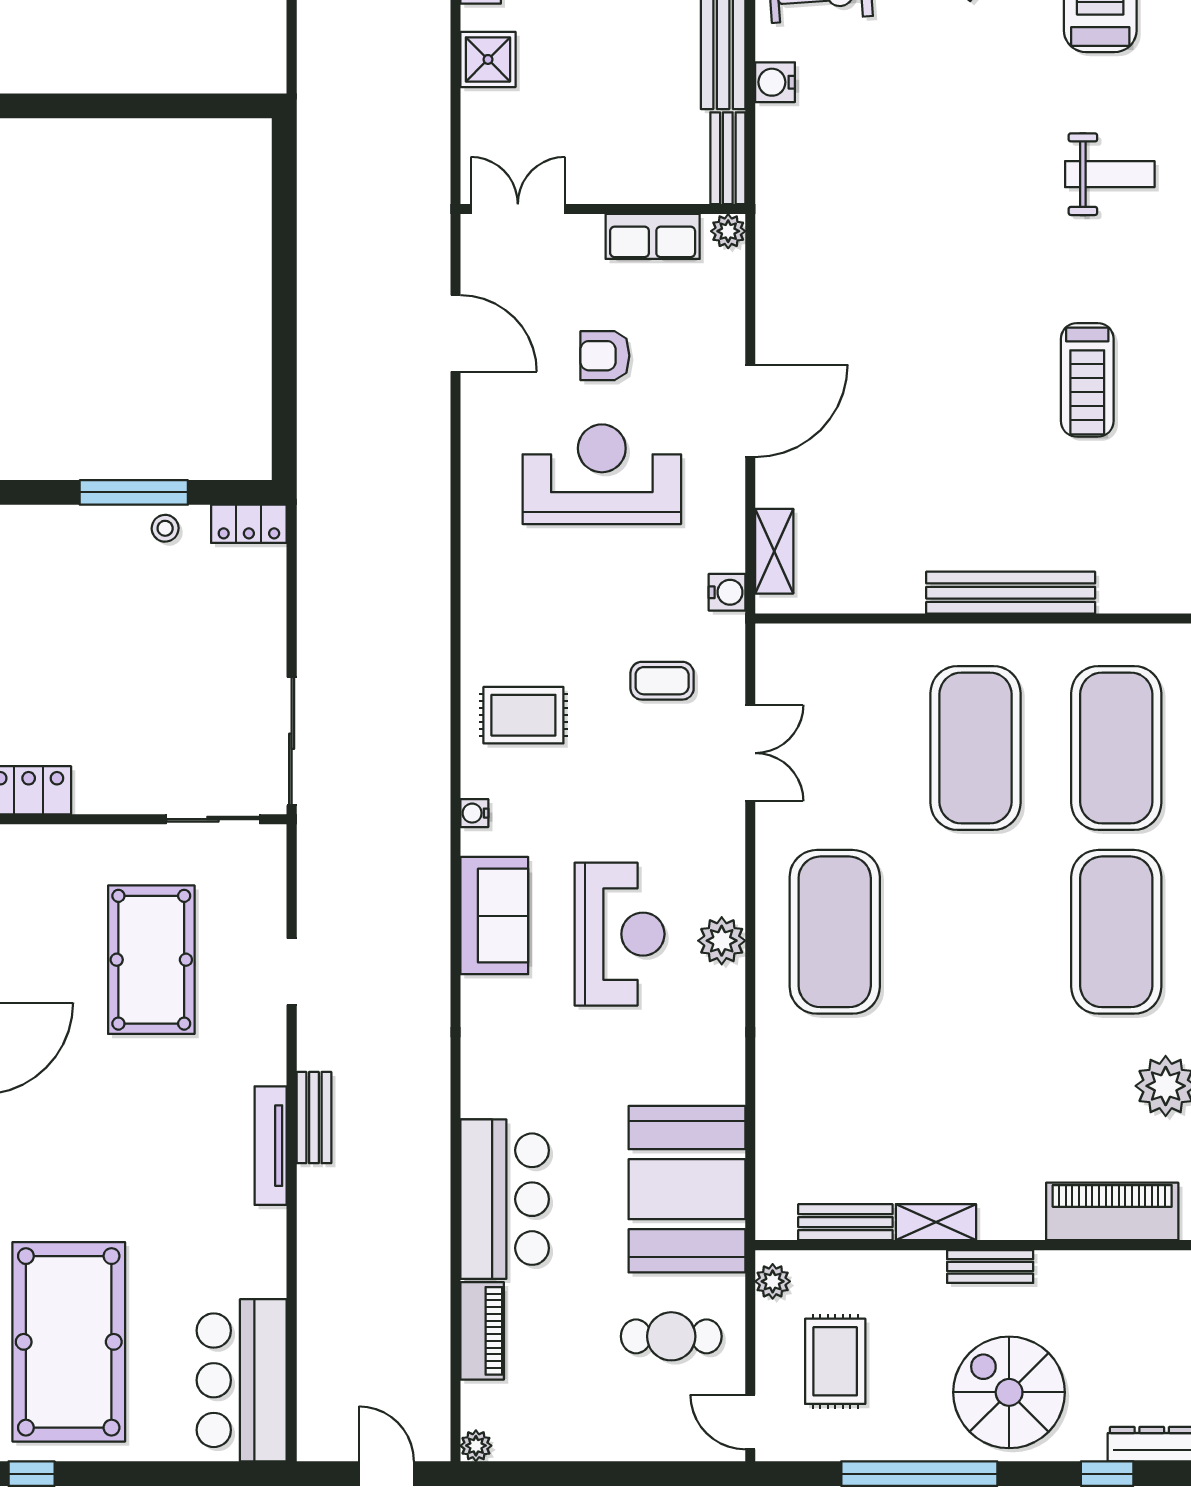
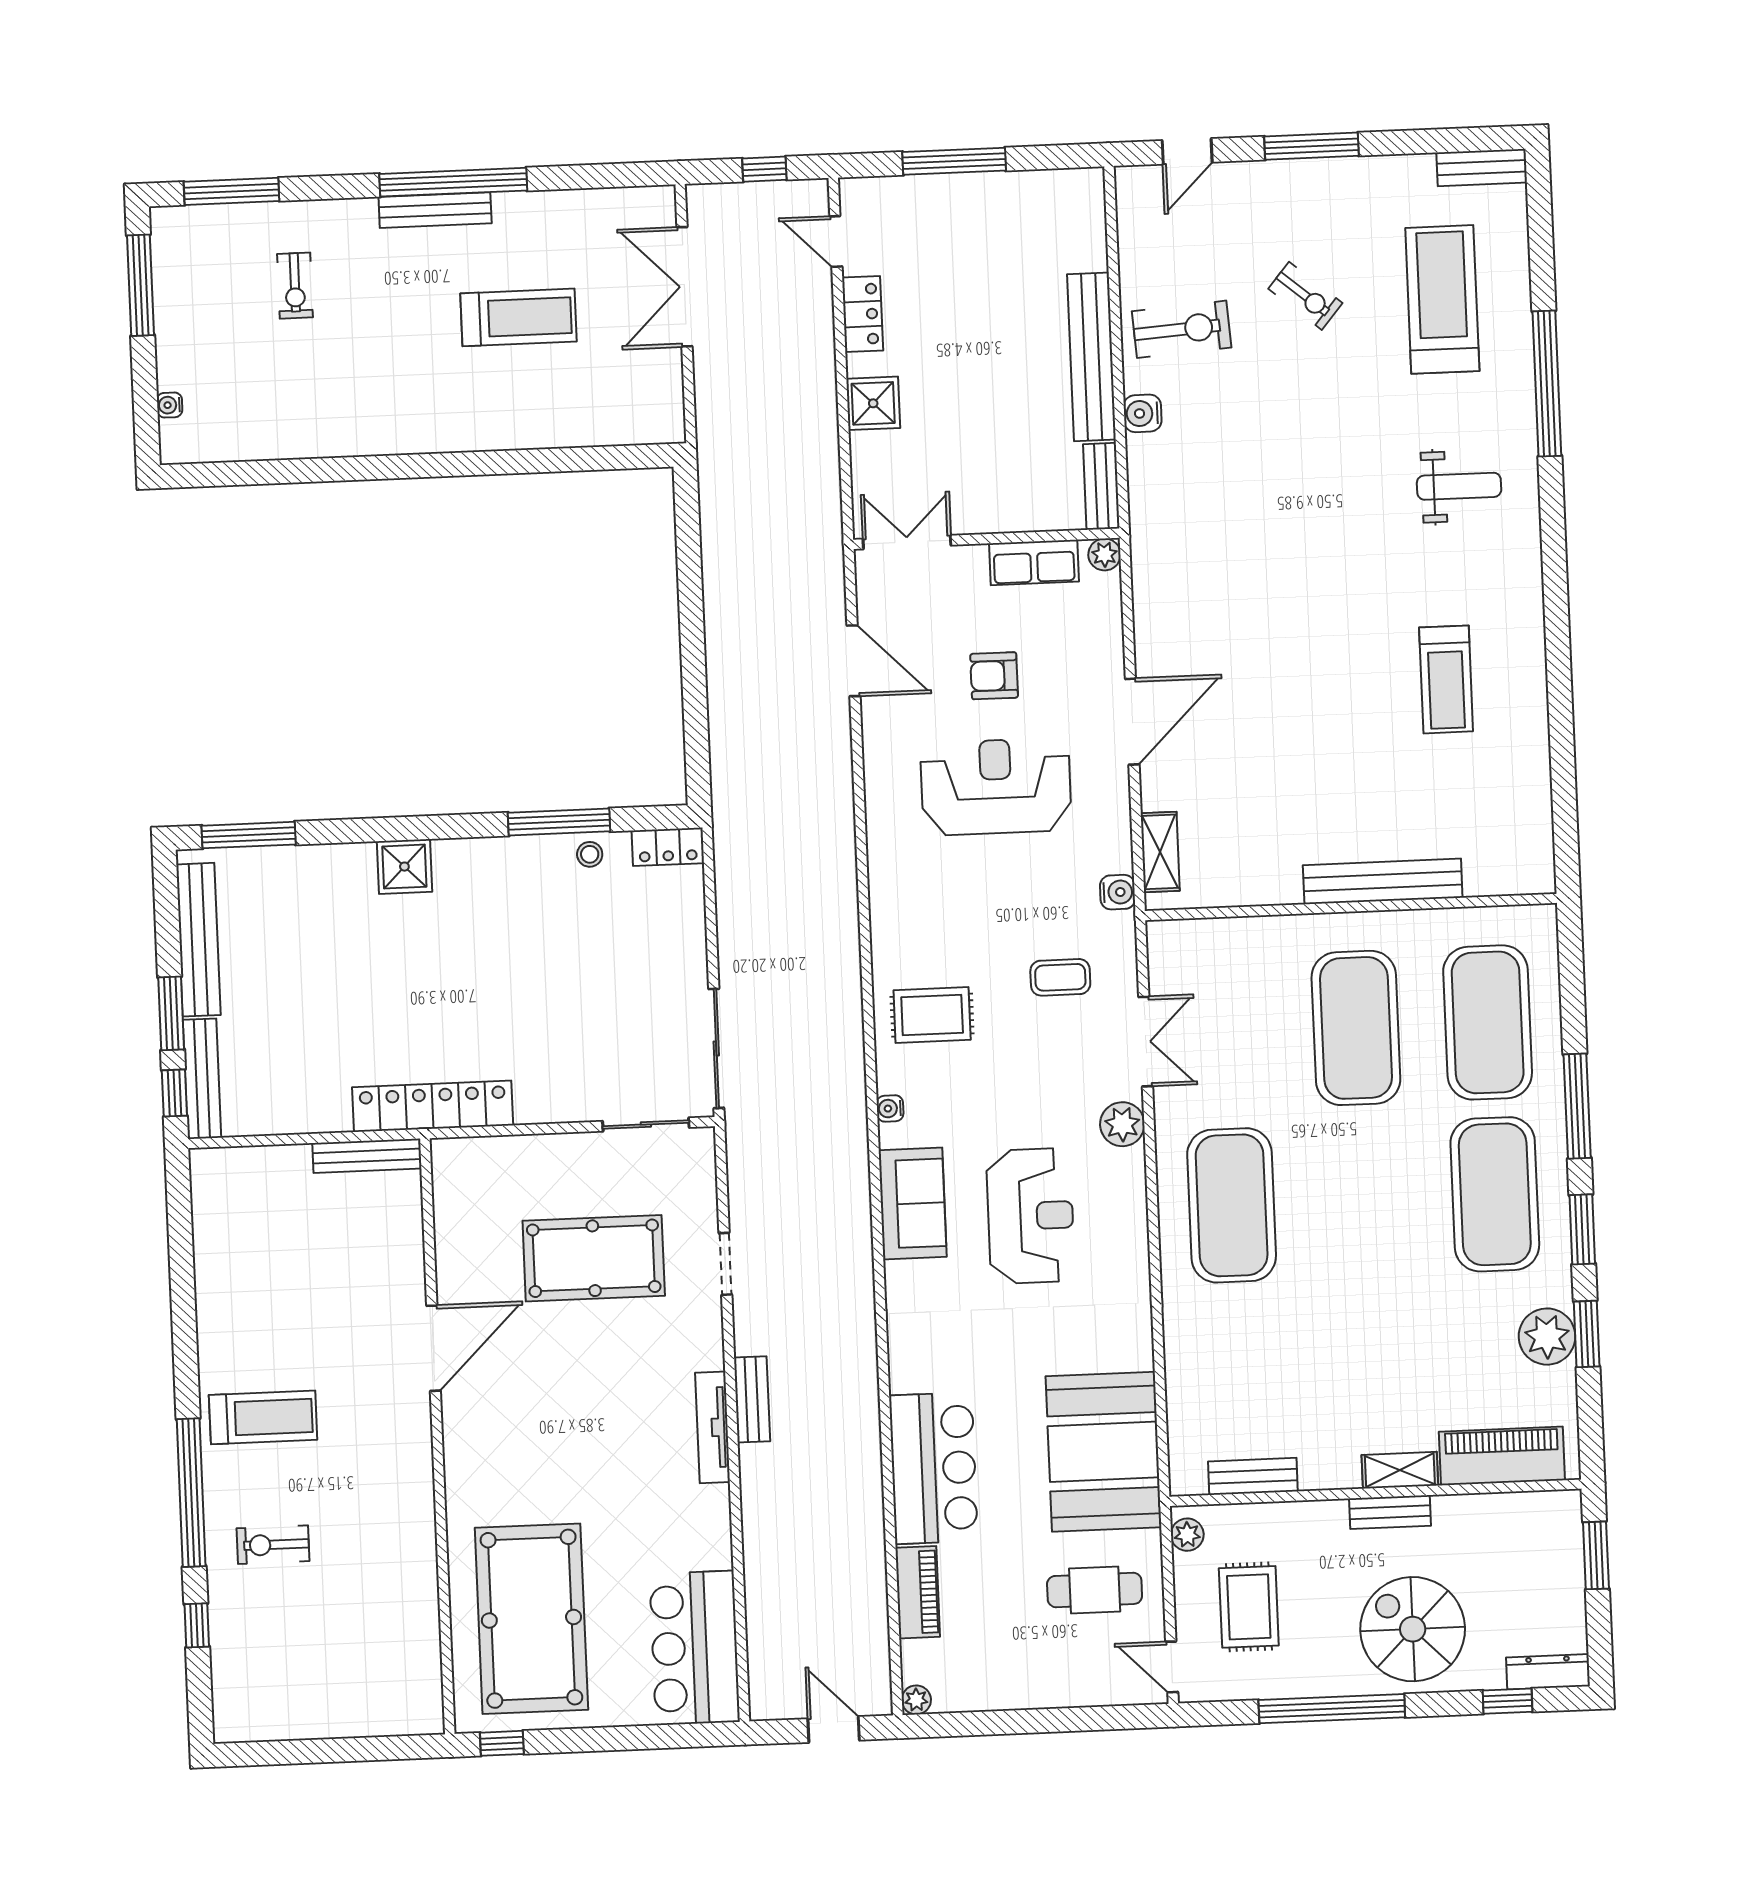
plant: (722, 941) -> (1122, 1124), moved
pool table: (151, 960) -> (594, 1258), turned 90
shelving: (936, 1222) -> (1400, 1470), moved

